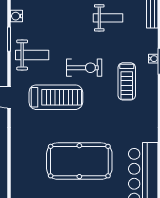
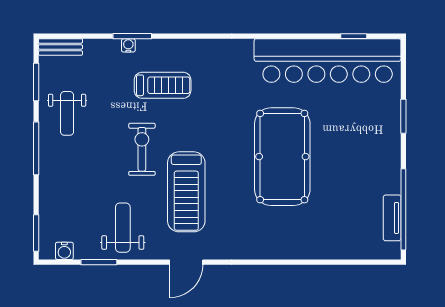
weight bench: (108, 18) -> (67, 113), turned 180
treadmill: (56, 97) -> (186, 192), turned 180

